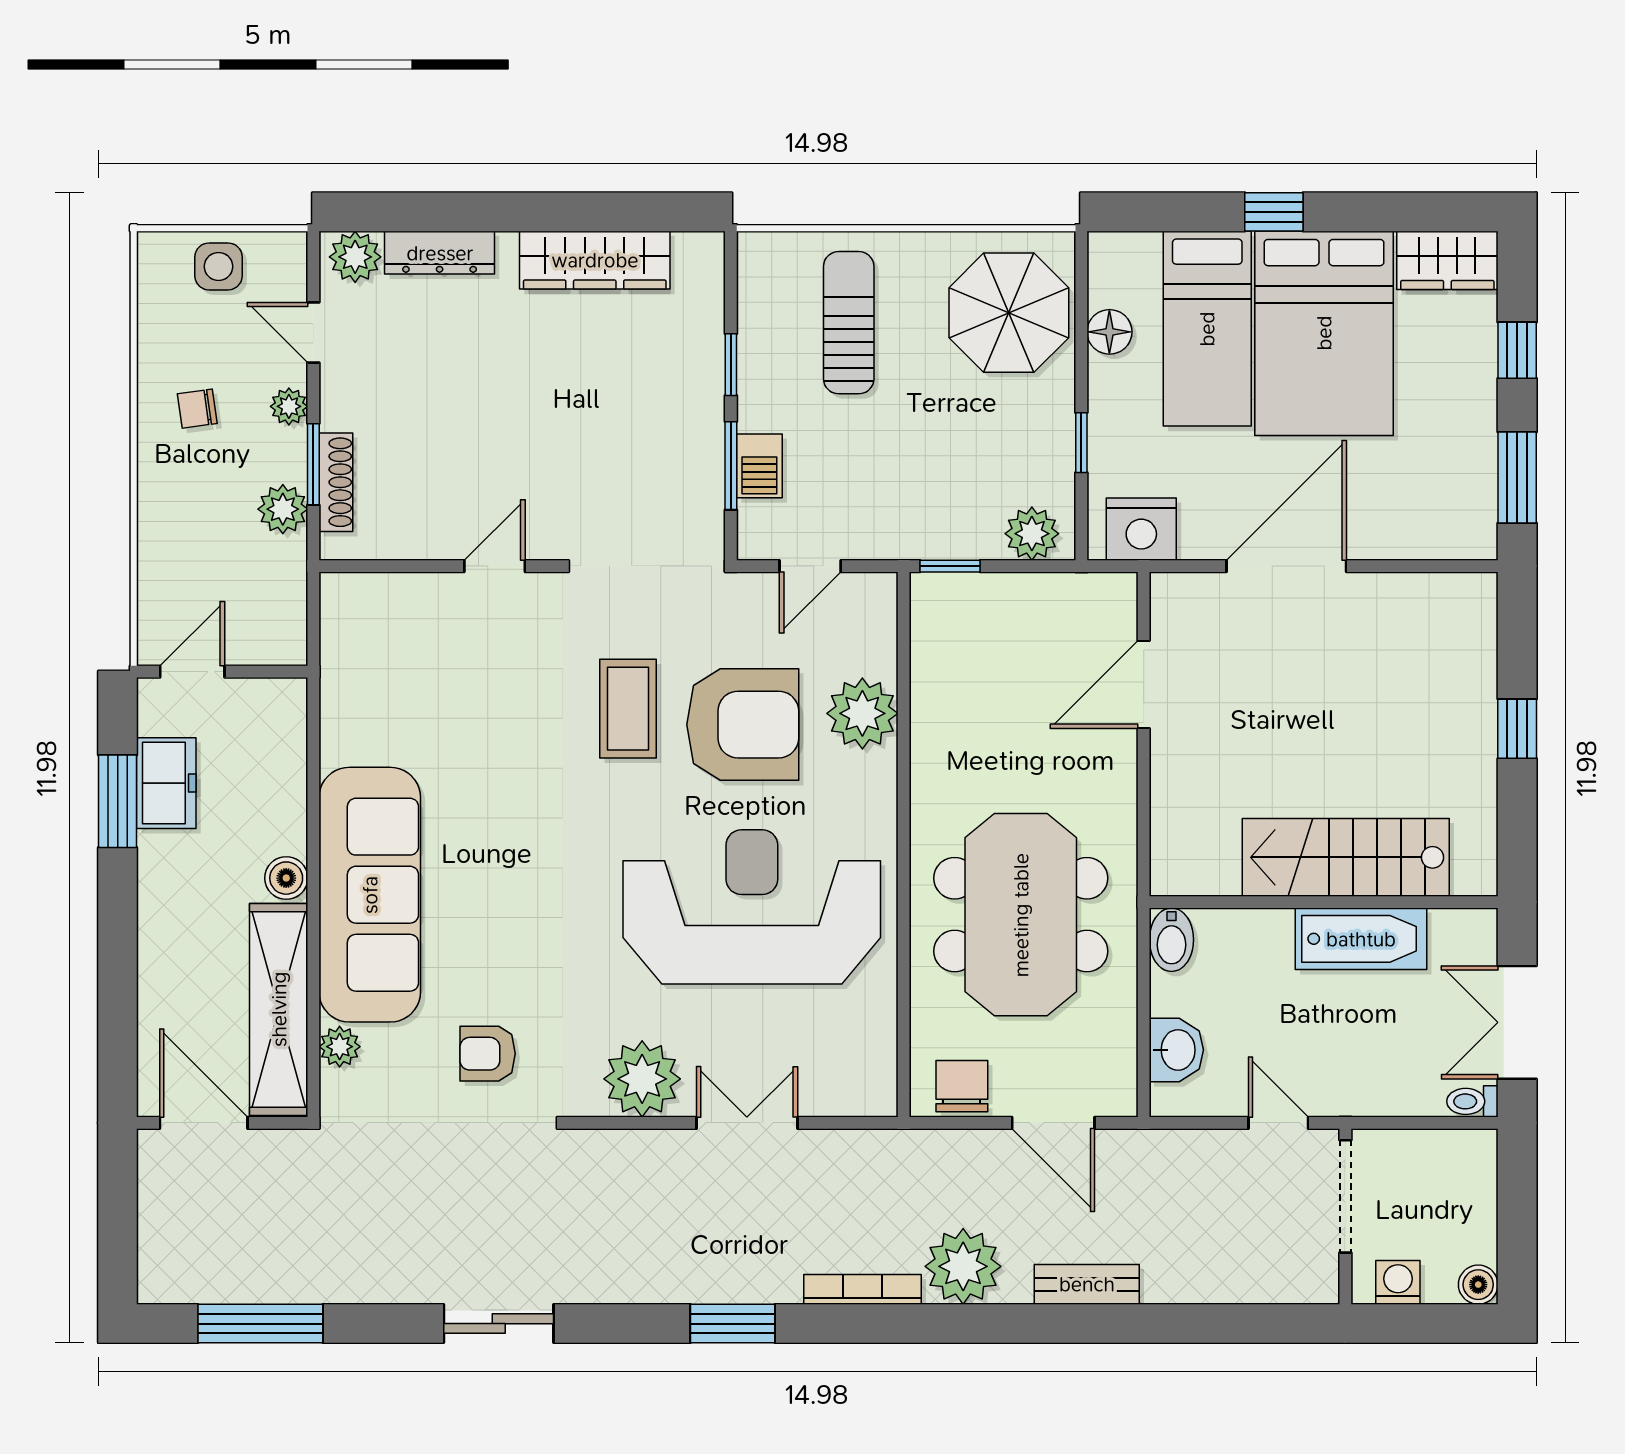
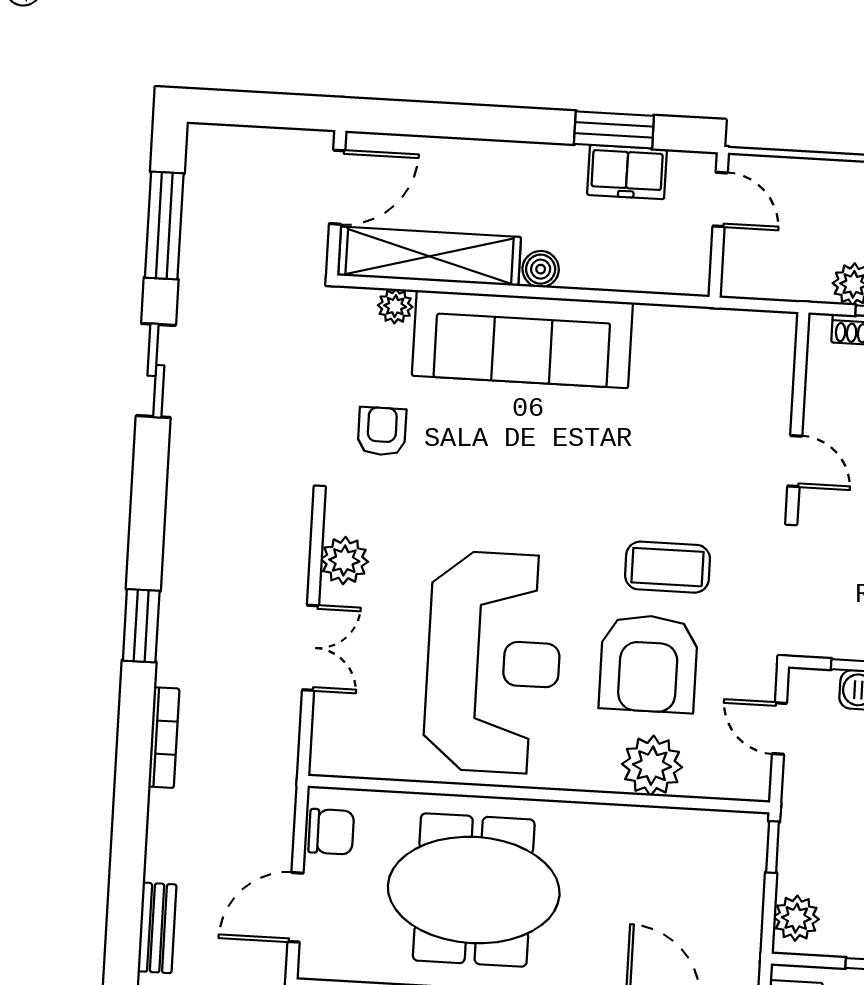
plant: (642, 1079) -> (344, 560), width x0.73, depth x0.73
plant: (963, 1266) -> (178, 824), removed
sliding door: (499, 1324) -> (156, 371), moved

